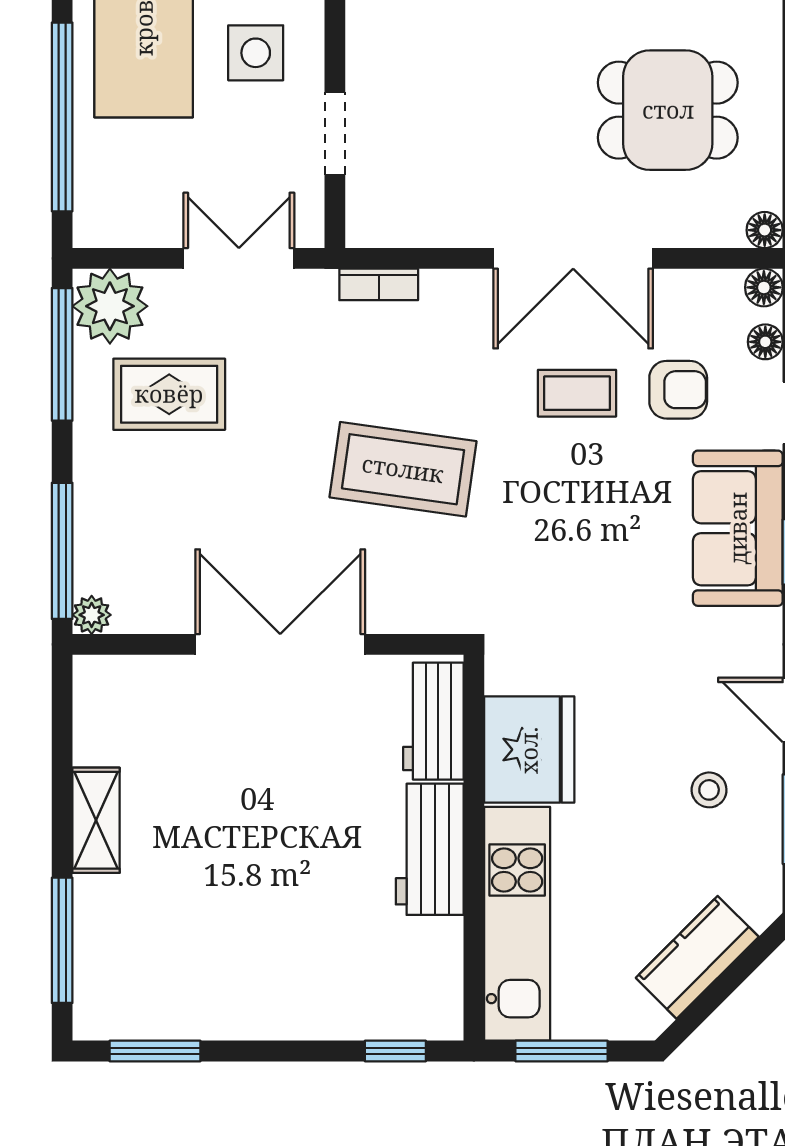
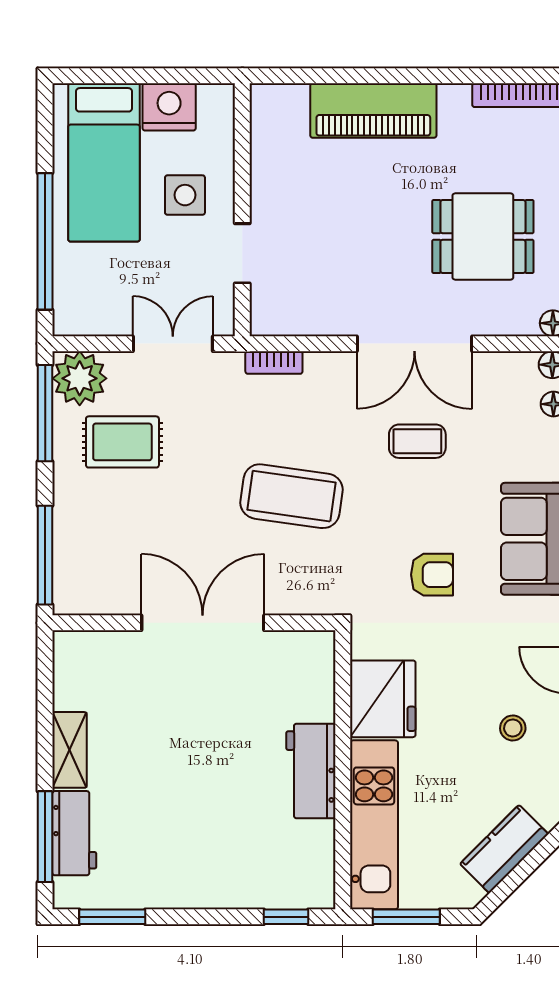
armchair: (678, 390) -> (432, 575), moved
plant: (92, 615) -> (66, 601), removed
workbench: (433, 721) -> (74, 833), moved, turned 180

